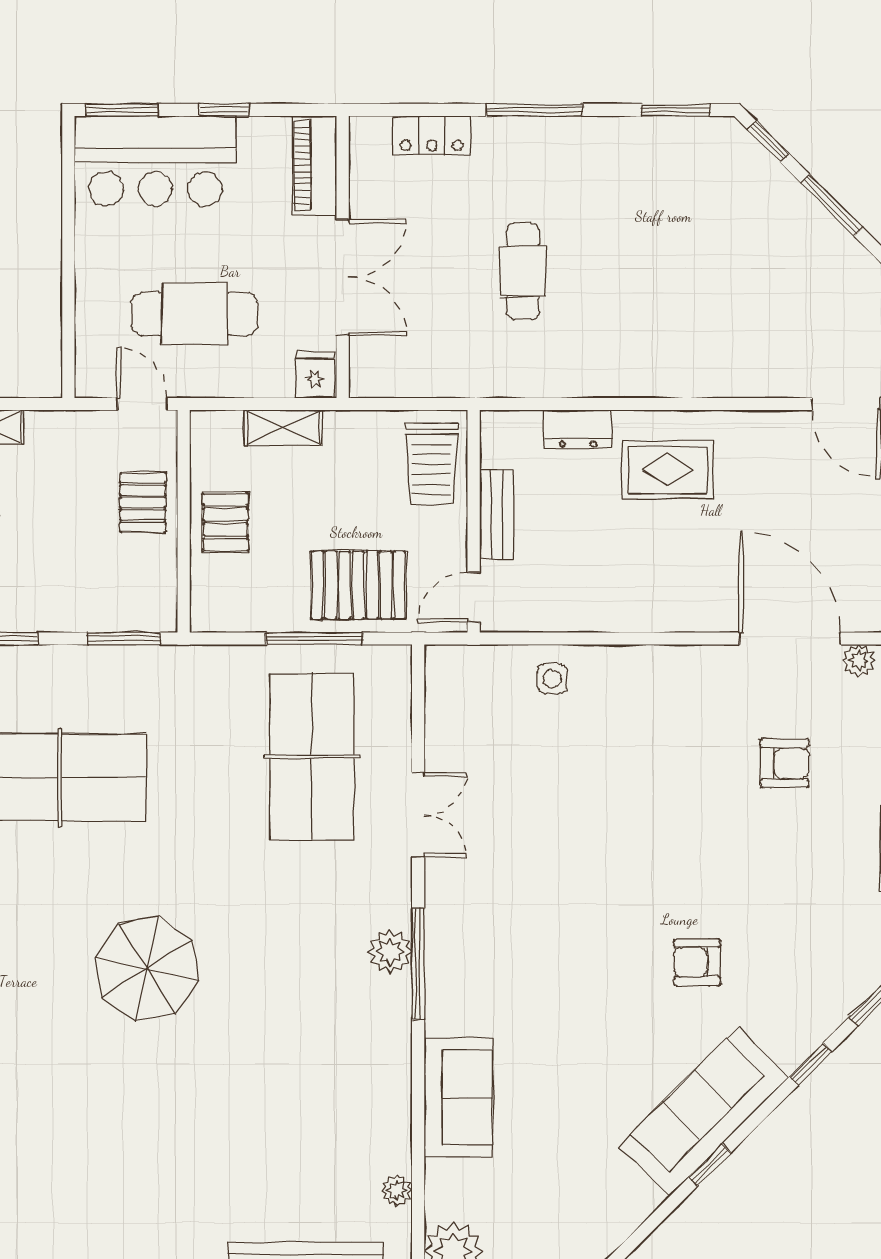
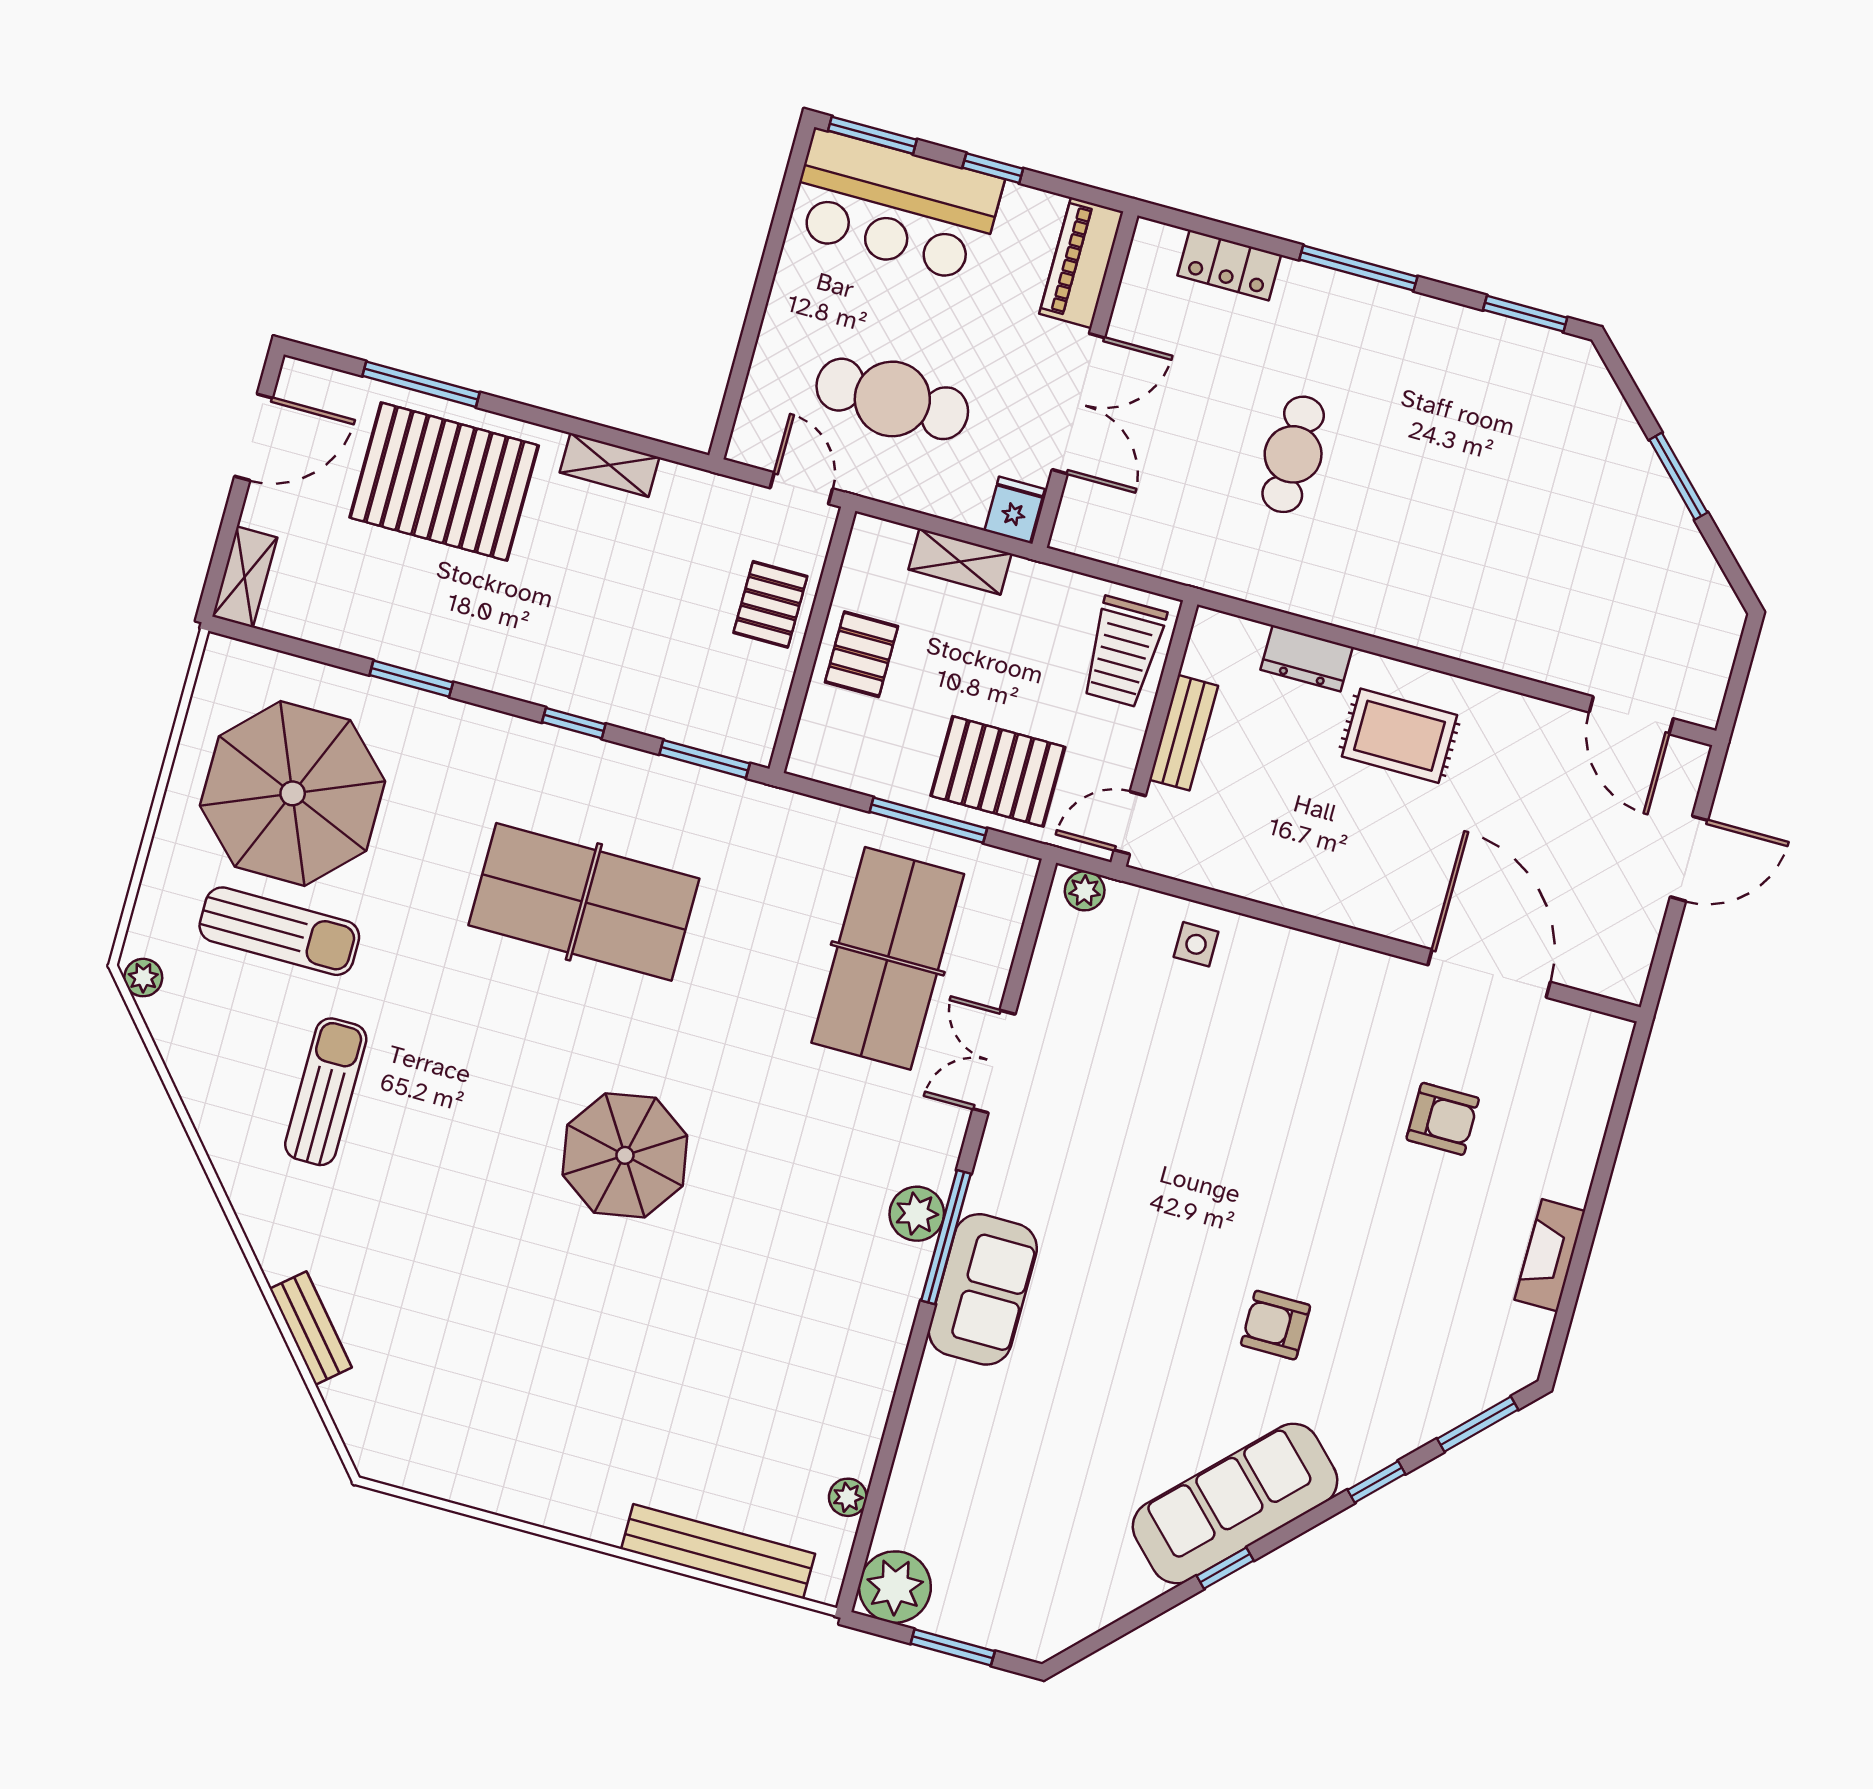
window: (768, 142) -> (1624, 381), removed
plant: (859, 661) -> (1085, 891), moved
double door: (418, 815) -> (994, 1061), swing flipped
sofa: (458, 1097) -> (983, 1289), moved

